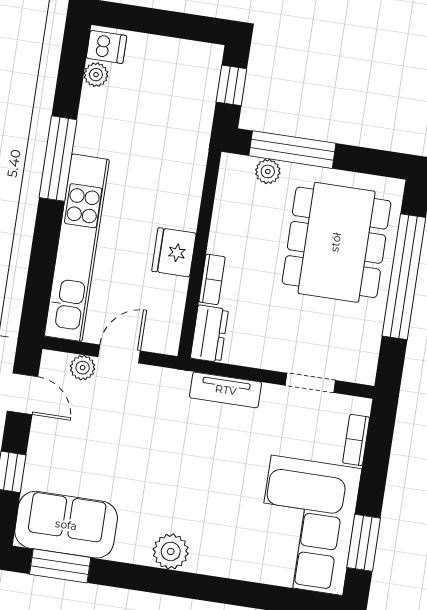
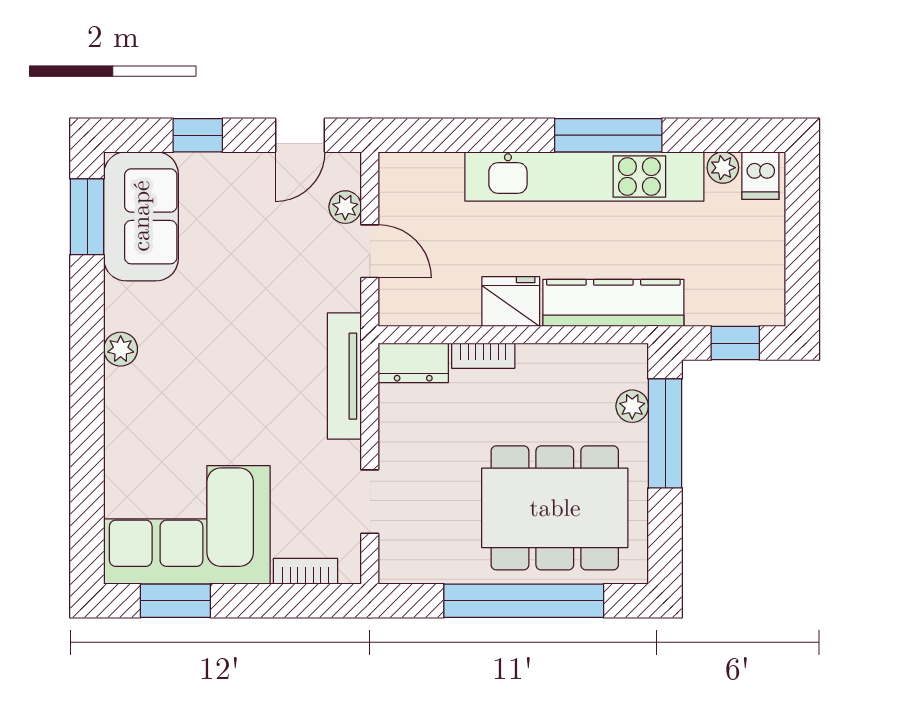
kitchen counter: (187, 174) -> (613, 303), added
kitchen unit: (77, 248) -> (584, 176), moved
tv unit: (226, 390) -> (344, 376), width x1.41
plant: (171, 551) -> (121, 349), width x0.73, depth x0.73

